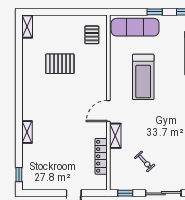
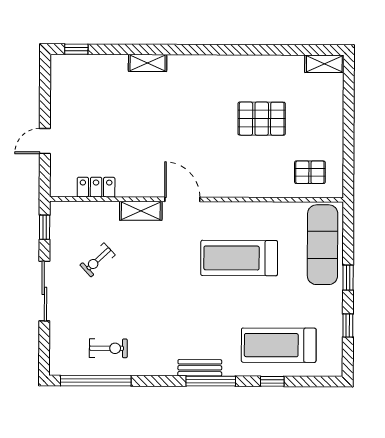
pallet: (60, 64) -> (262, 119), turned 90
locker: (101, 156) -> (96, 187), width x0.66

